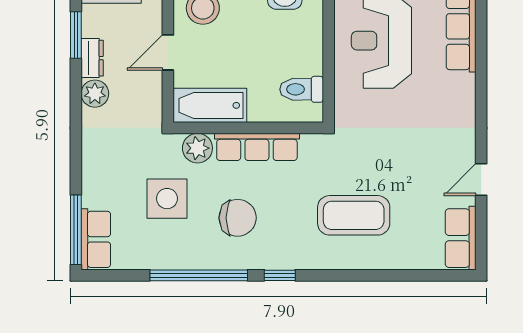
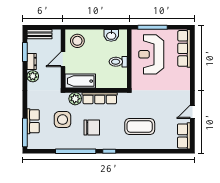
toilet: (302, 89) -> (118, 62), moved
row of seats: (96, 239) -> (33, 121), moved

